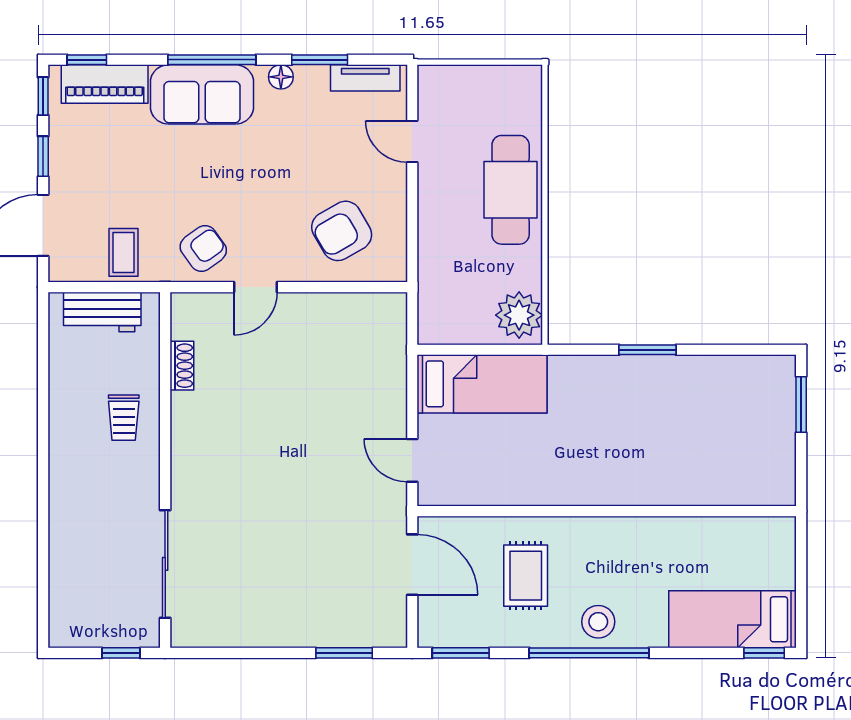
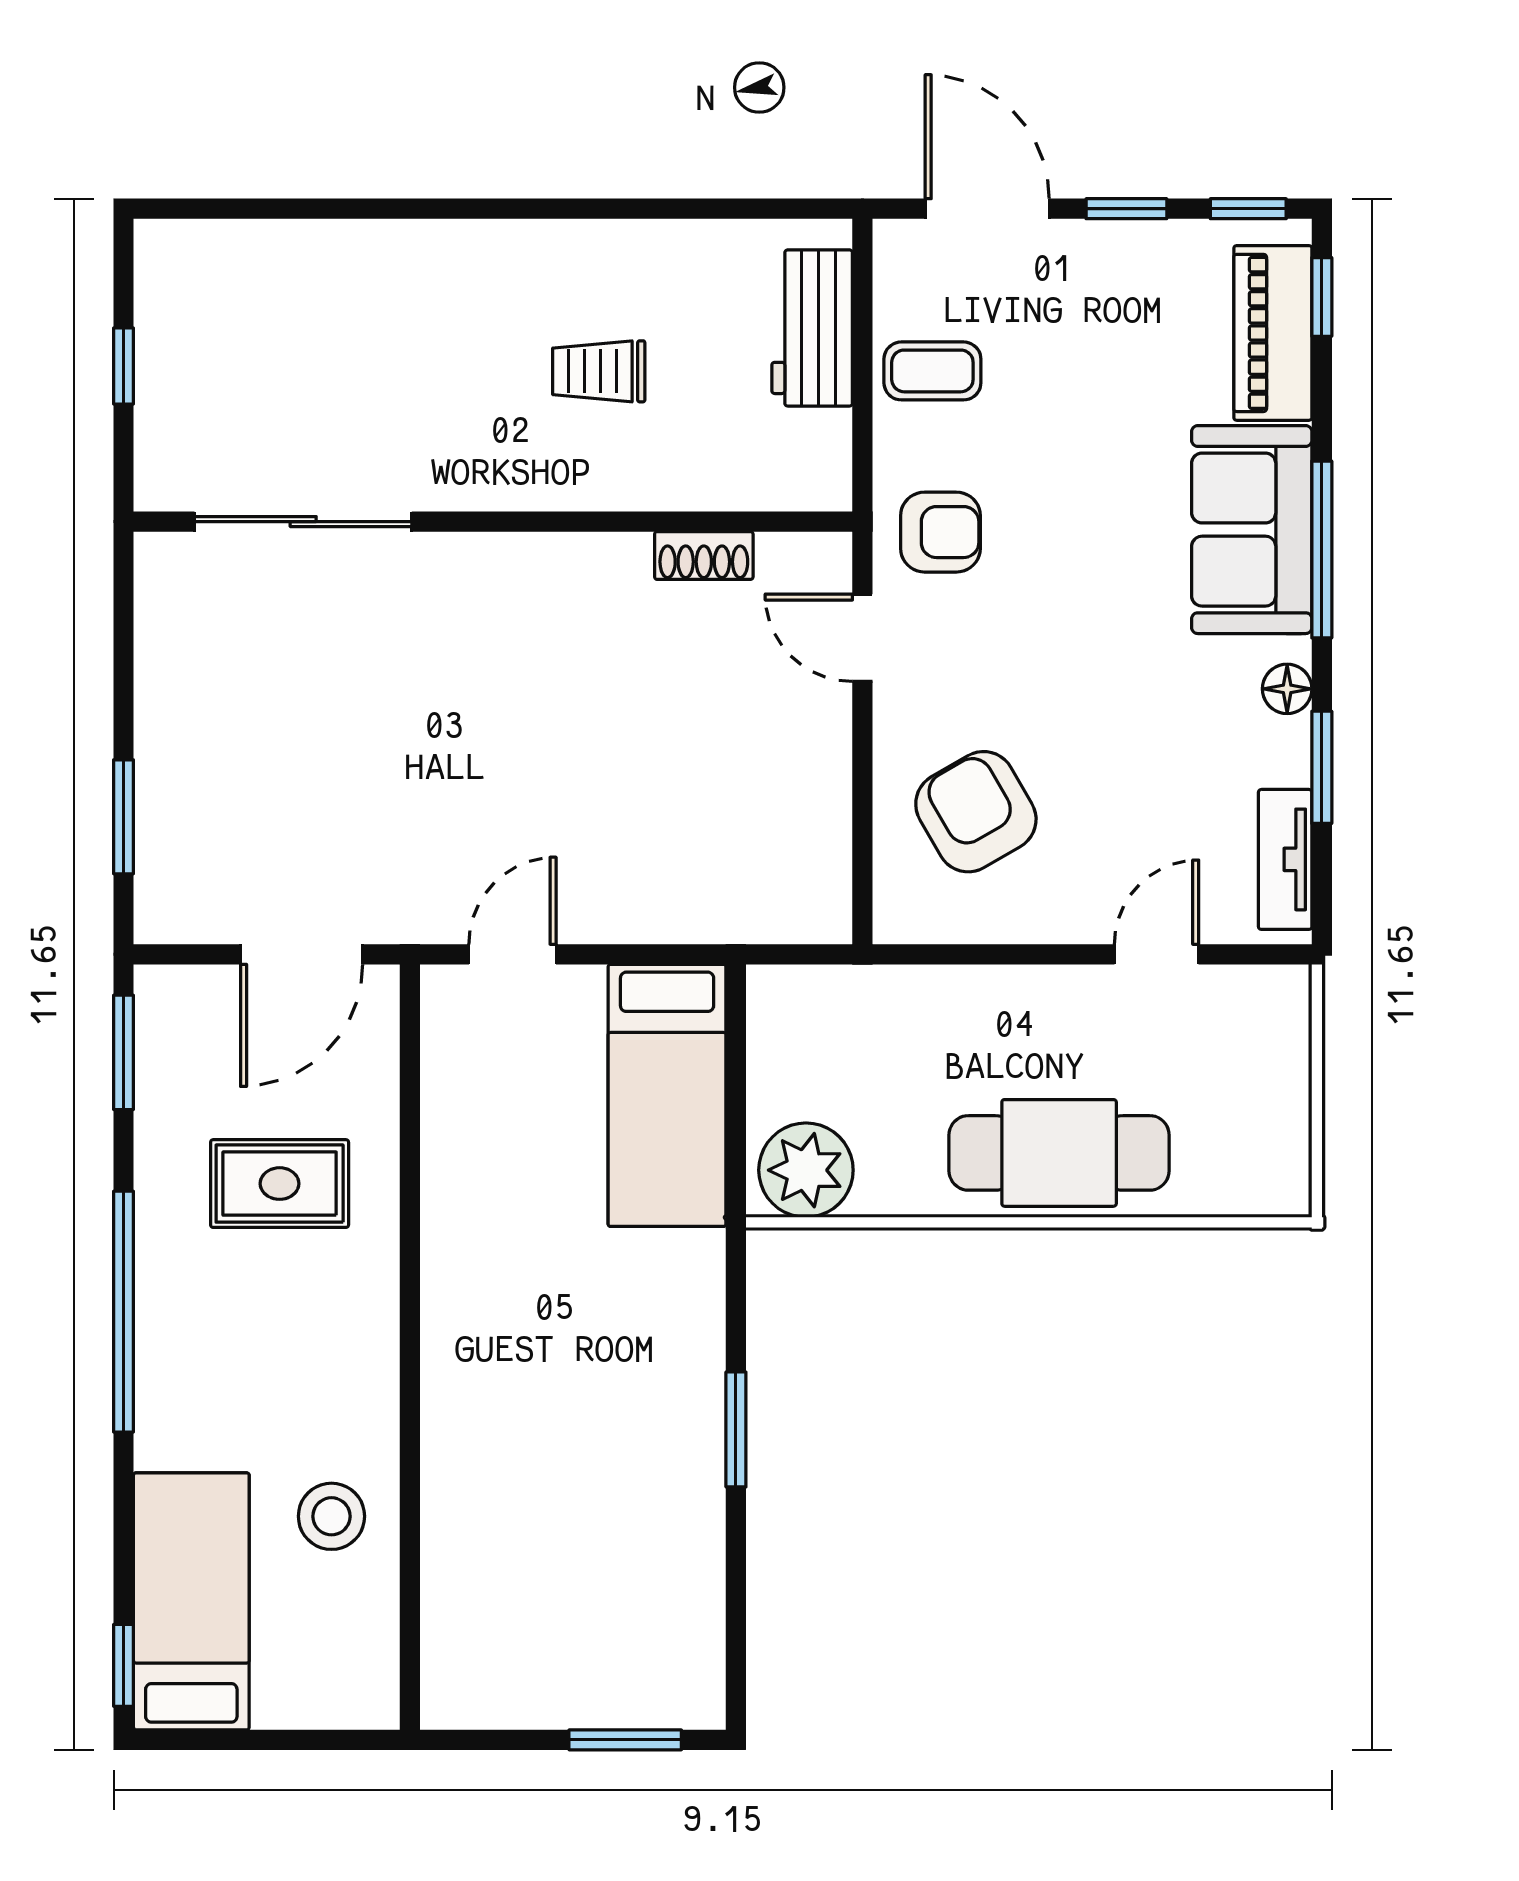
armchair: (203, 249) -> (940, 532), turned -54
shoe rack: (182, 366) -> (704, 556), moved
wall: (165, 470) -> (493, 522), moved
sliding door: (165, 564) -> (303, 522), moved
stool: (598, 622) -> (331, 1516), moved

